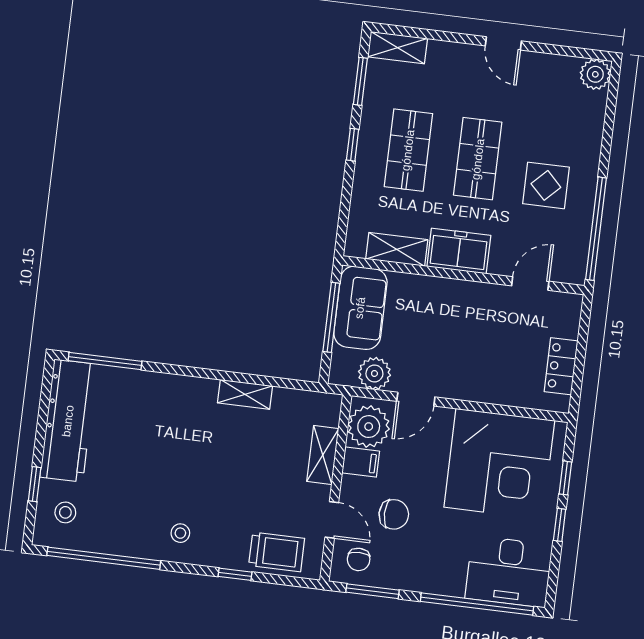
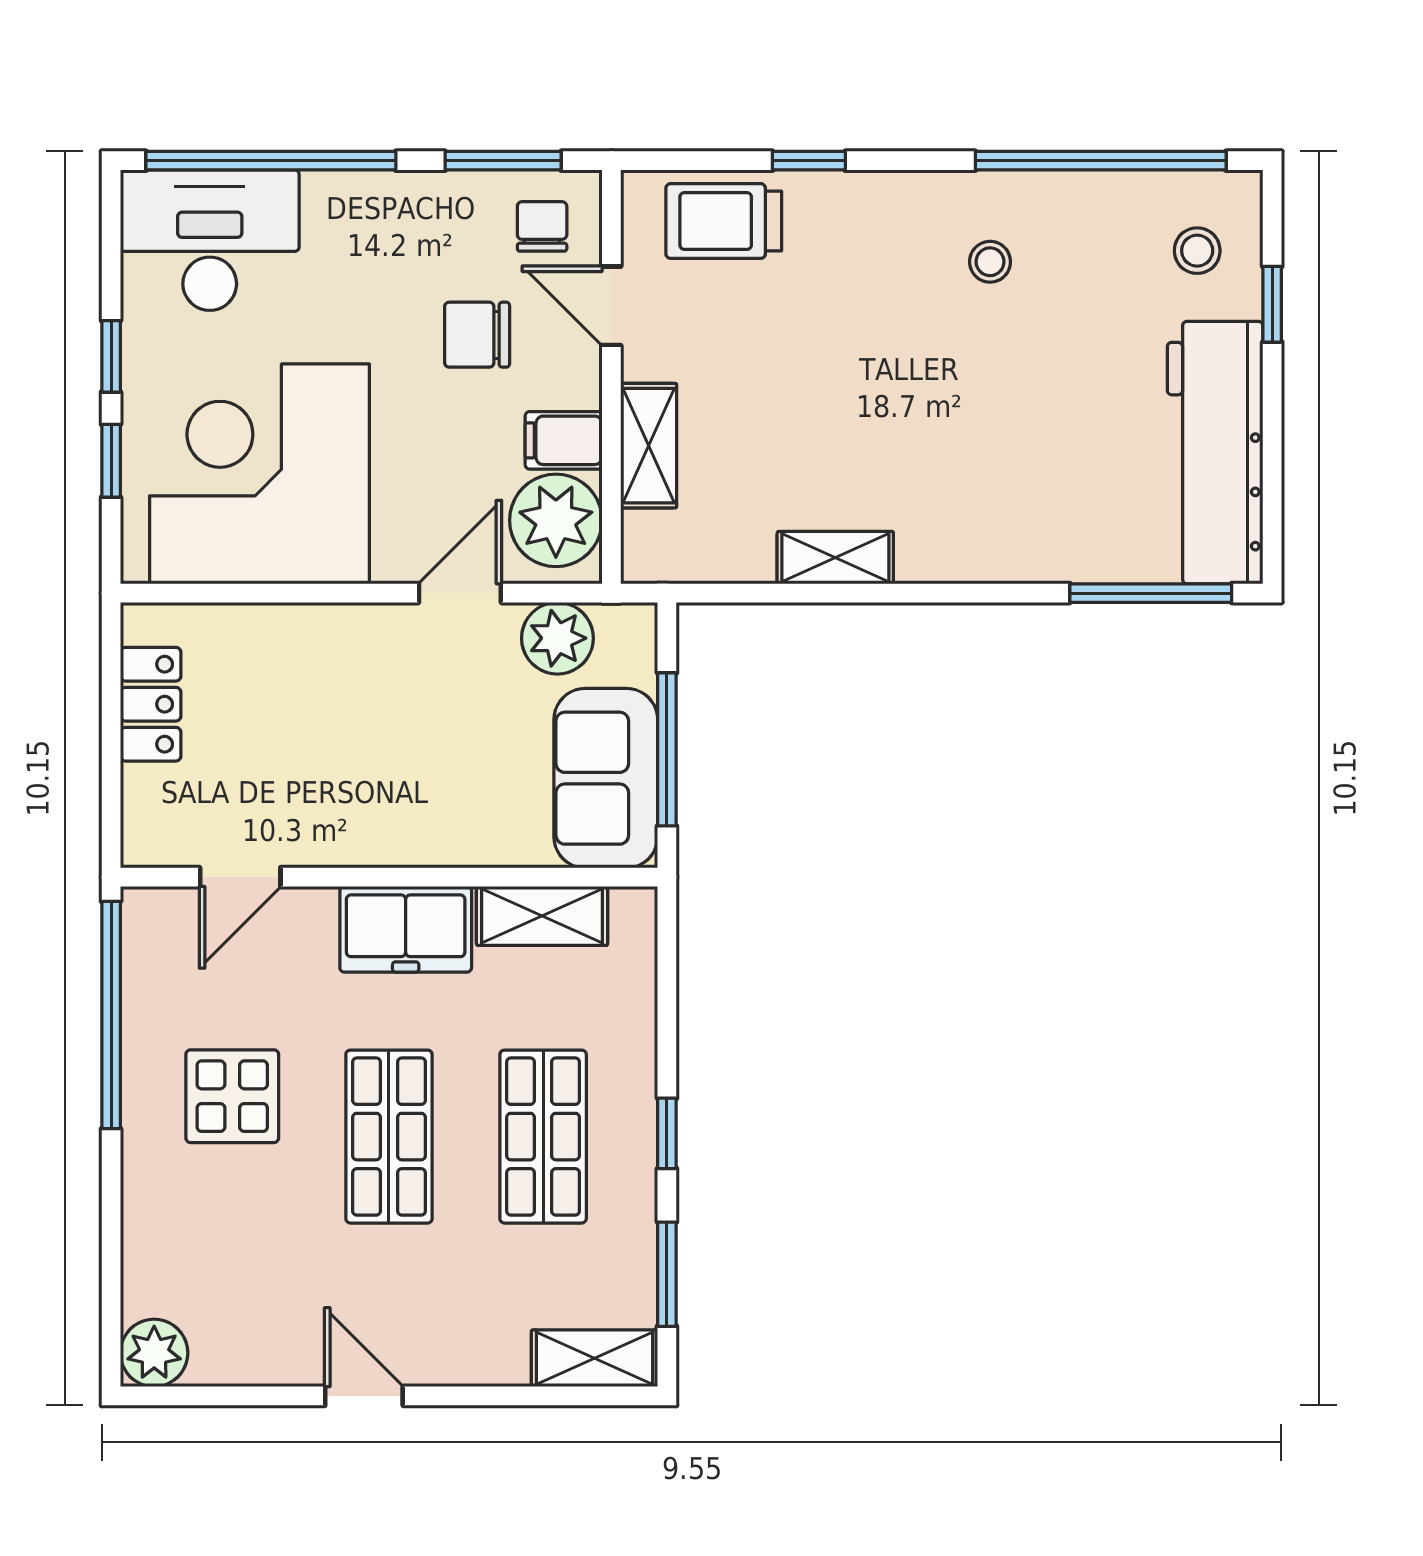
stool: (180, 533) -> (990, 262), moved

